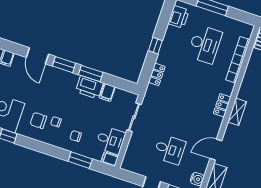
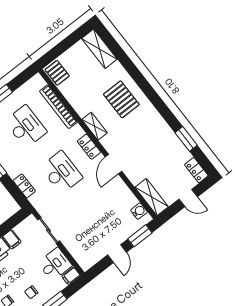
shelving: (237, 112) -> (95, 126), moved
desk: (170, 149) -> (61, 172), moved, width x1.37
door: (216, 150) -> (113, 164), moved

